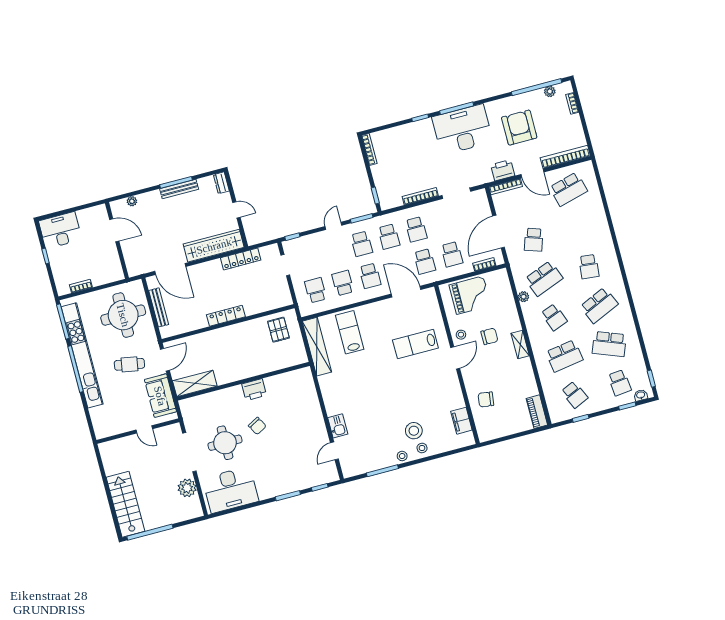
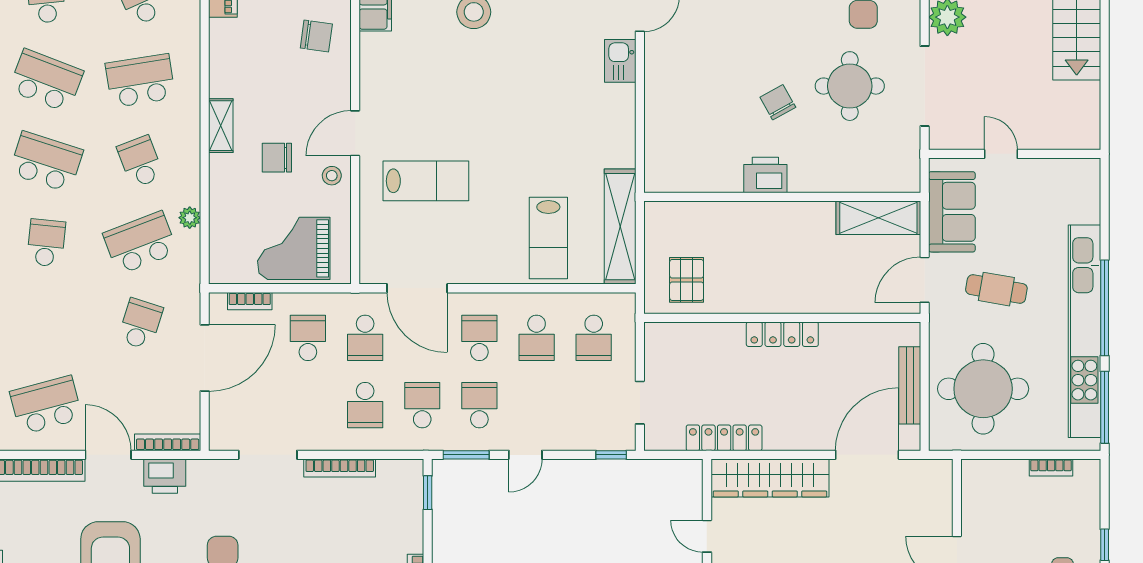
school desk: (416, 229) -> (365, 405), turned 180
school desk: (425, 261) -> (365, 338), turned 180
door: (170, 269) -> (867, 455), hinge flipped
school desk: (599, 305) -> (46, 162), turned 42

